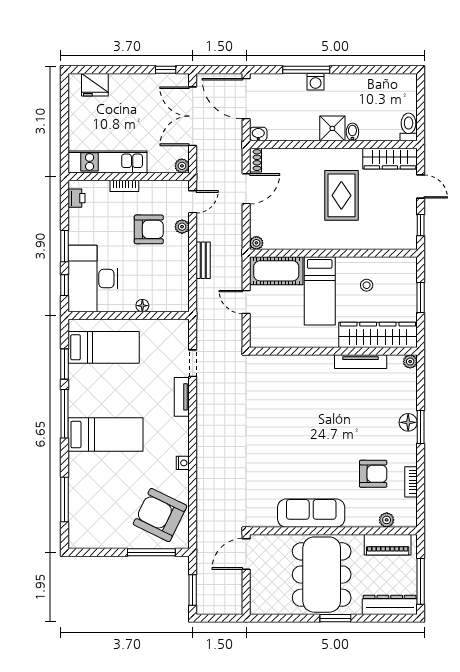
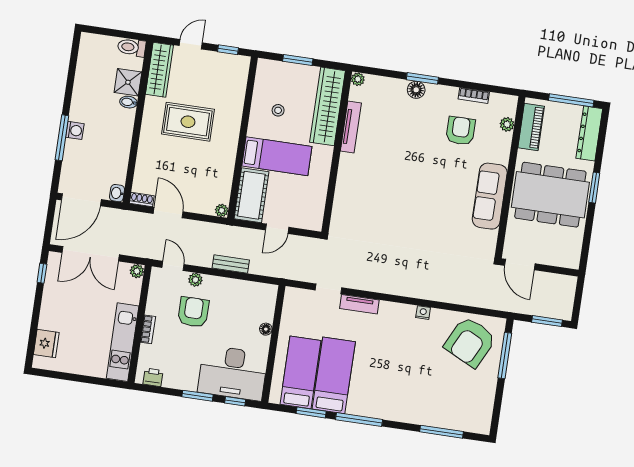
shower: (332, 128) -> (128, 82), moved
bed: (106, 435) -> (334, 375), moved

